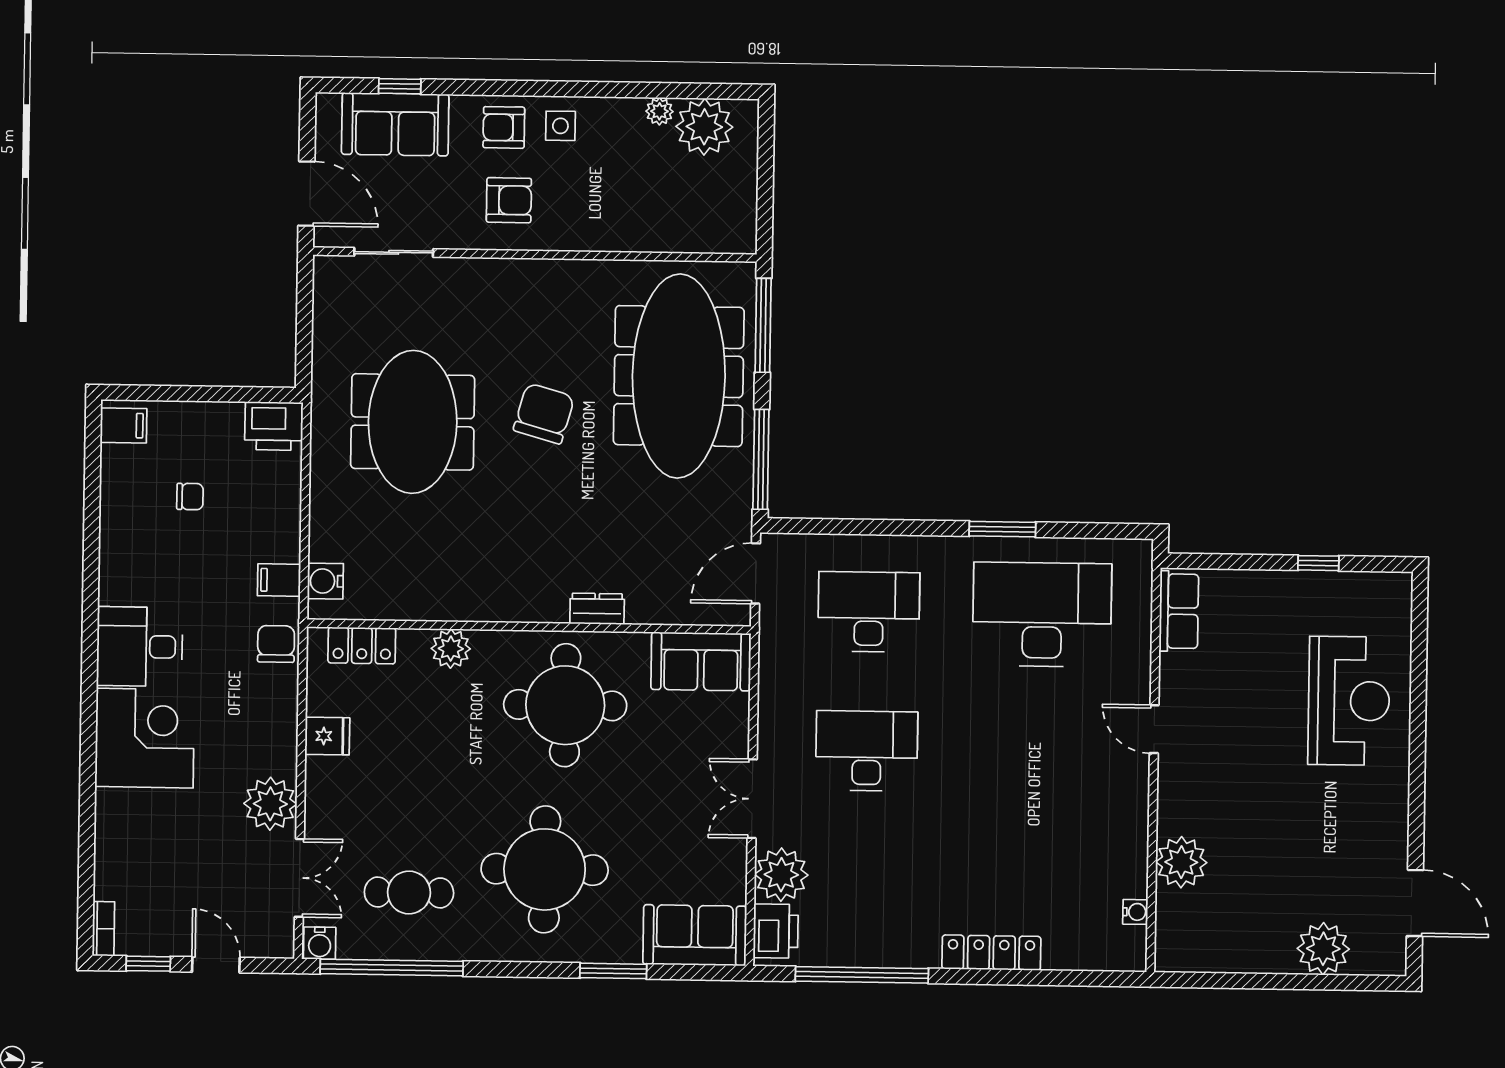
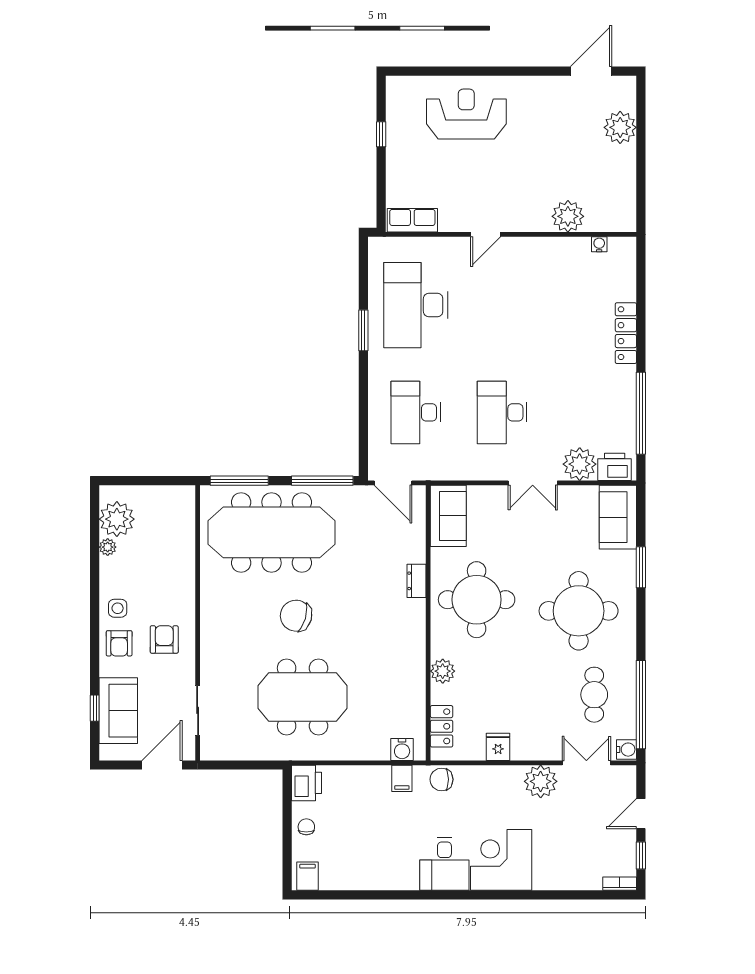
chair: (190, 497) -> (306, 827), moved

